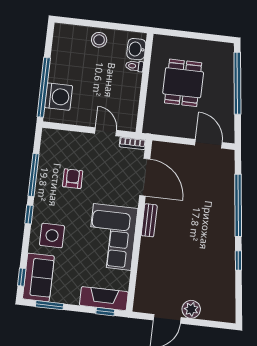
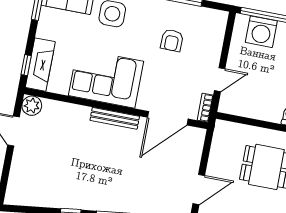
armchair: (73, 179) -> (172, 40), turned 91
bench: (149, 220) -> (115, 118), width x1.36
plant: (191, 309) -> (32, 106), moved

